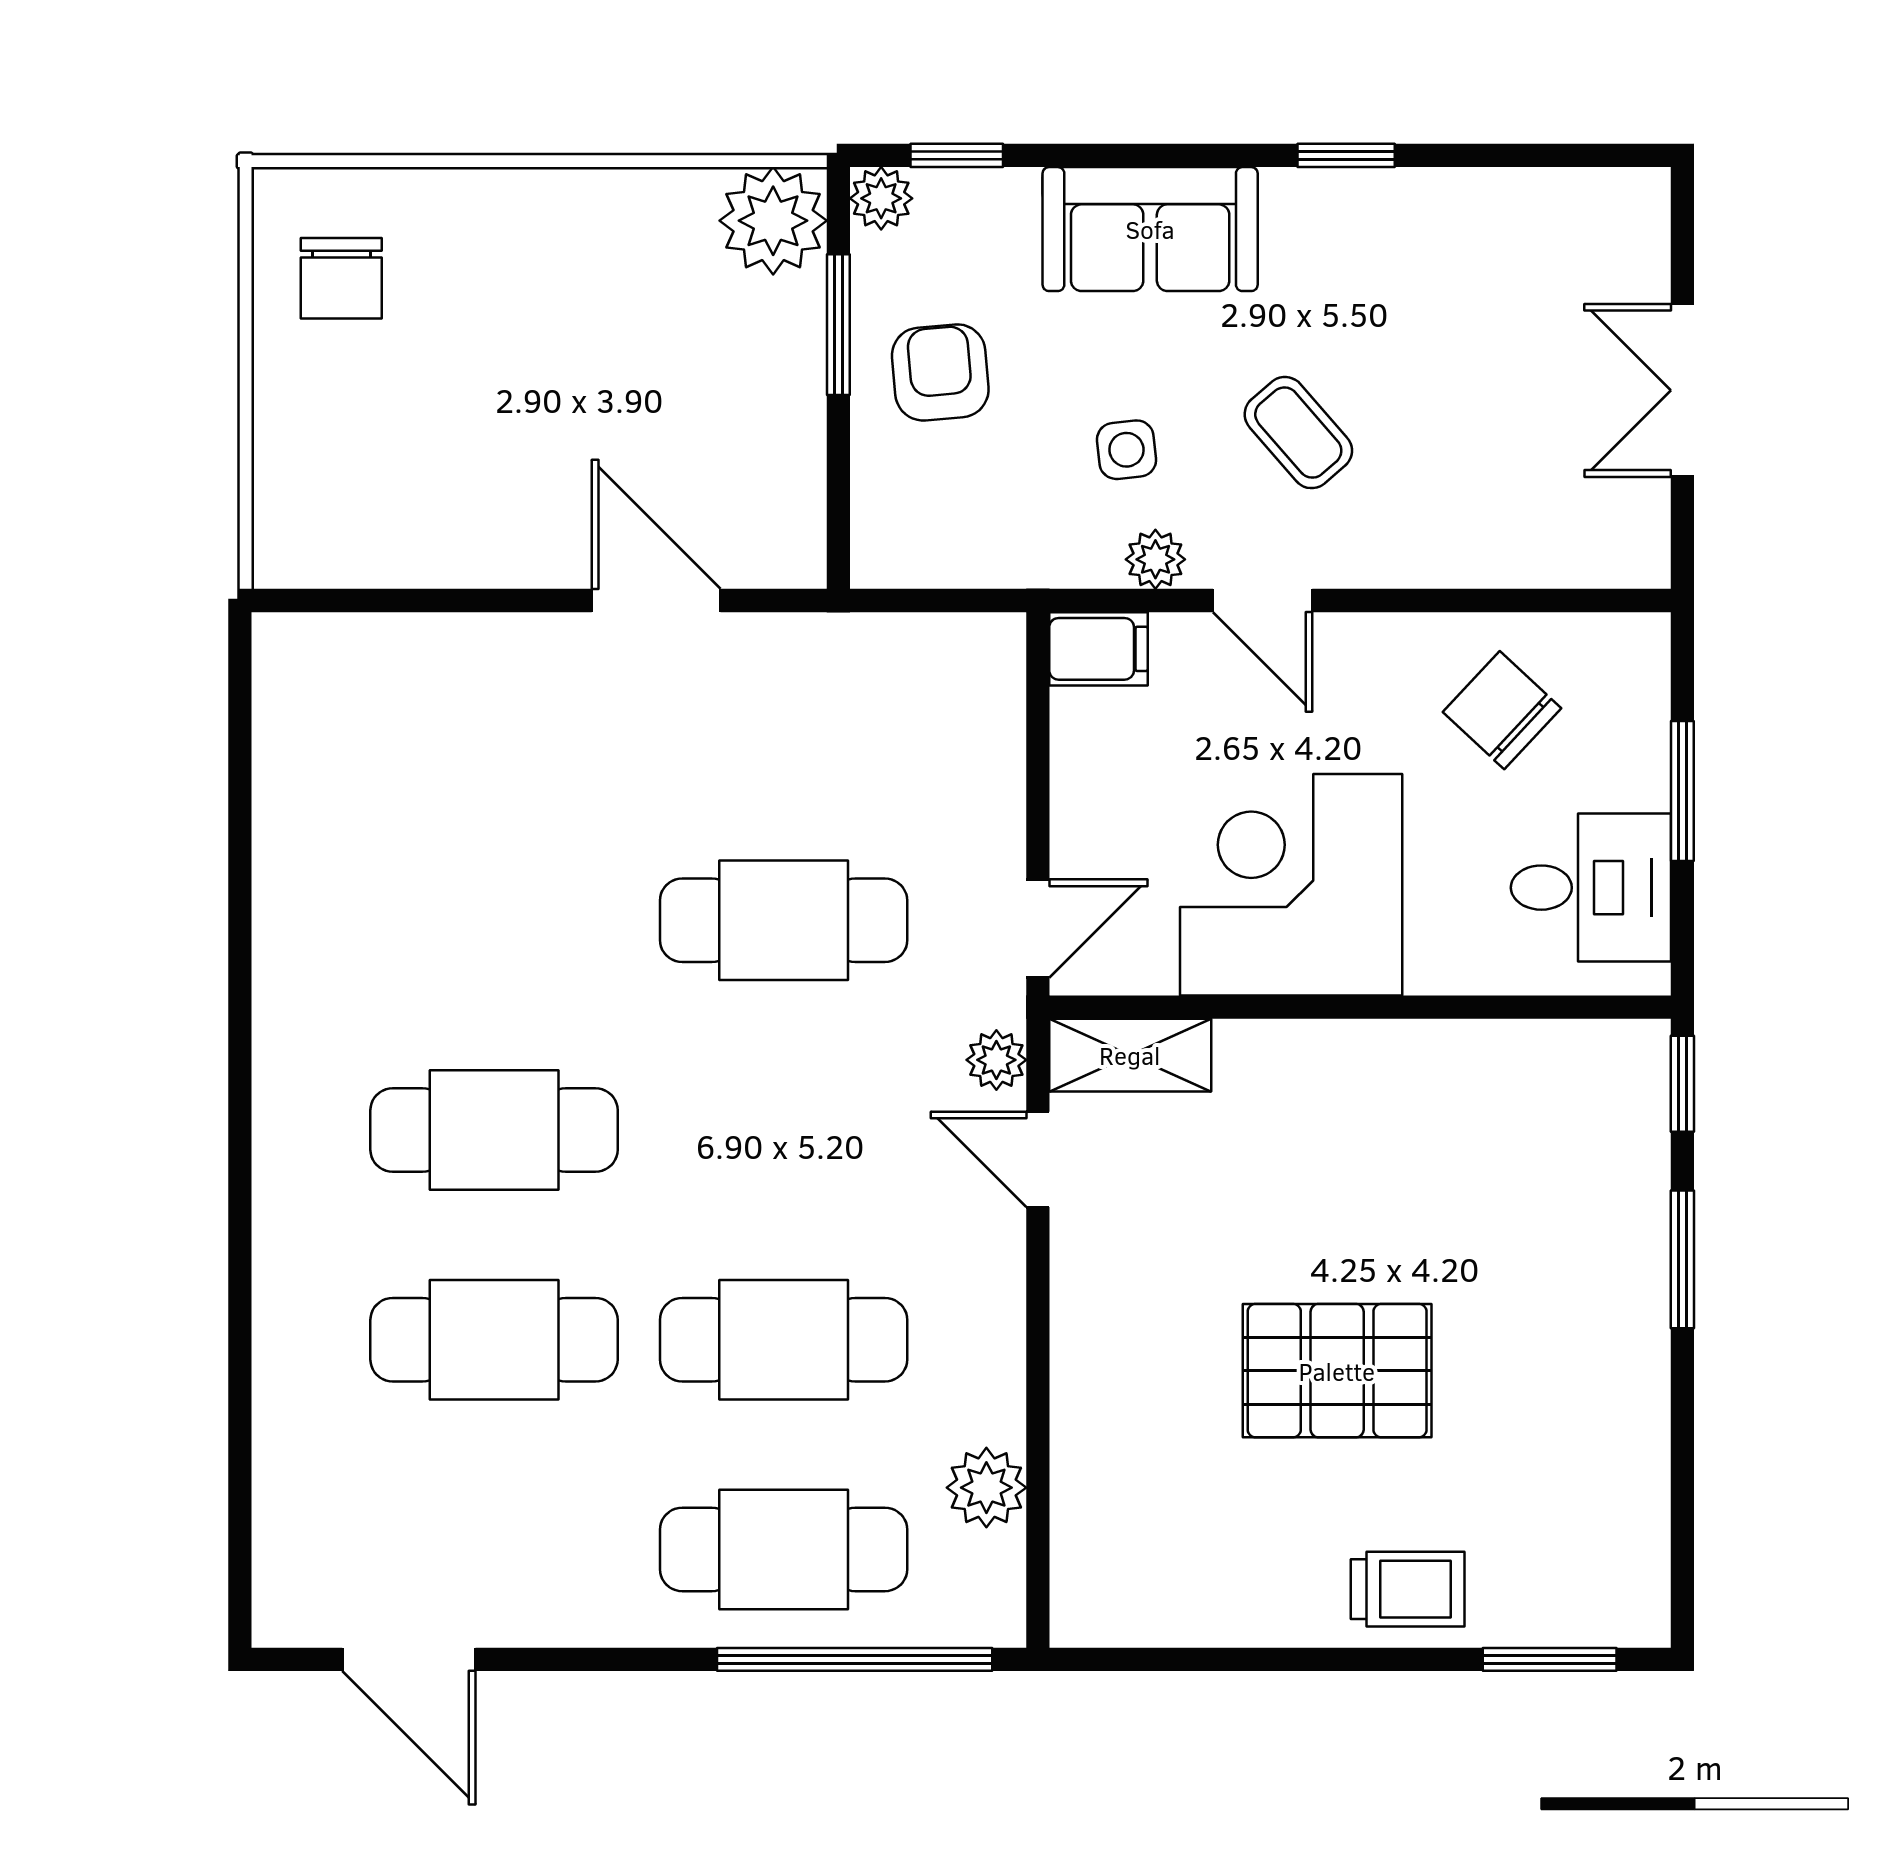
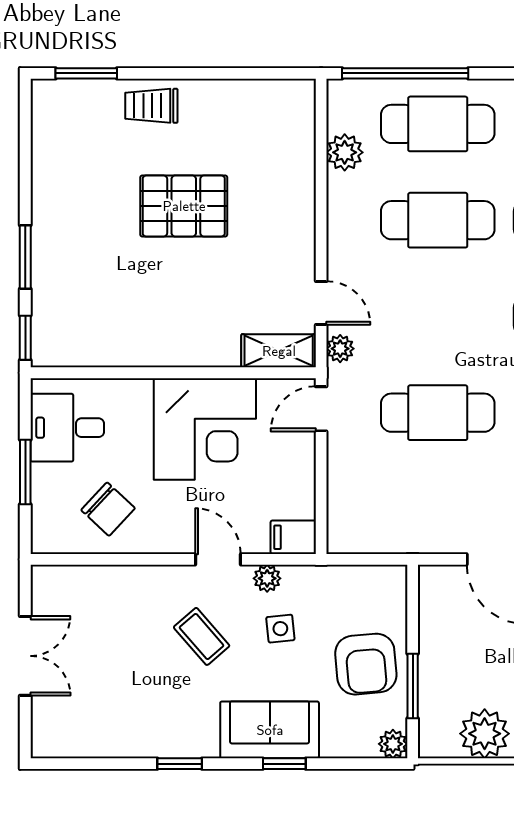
window: (957, 155) -> (284, 764), moved
plant: (773, 221) -> (485, 734), moved
armchair: (940, 372) -> (366, 664), width x1.38, depth x1.38

